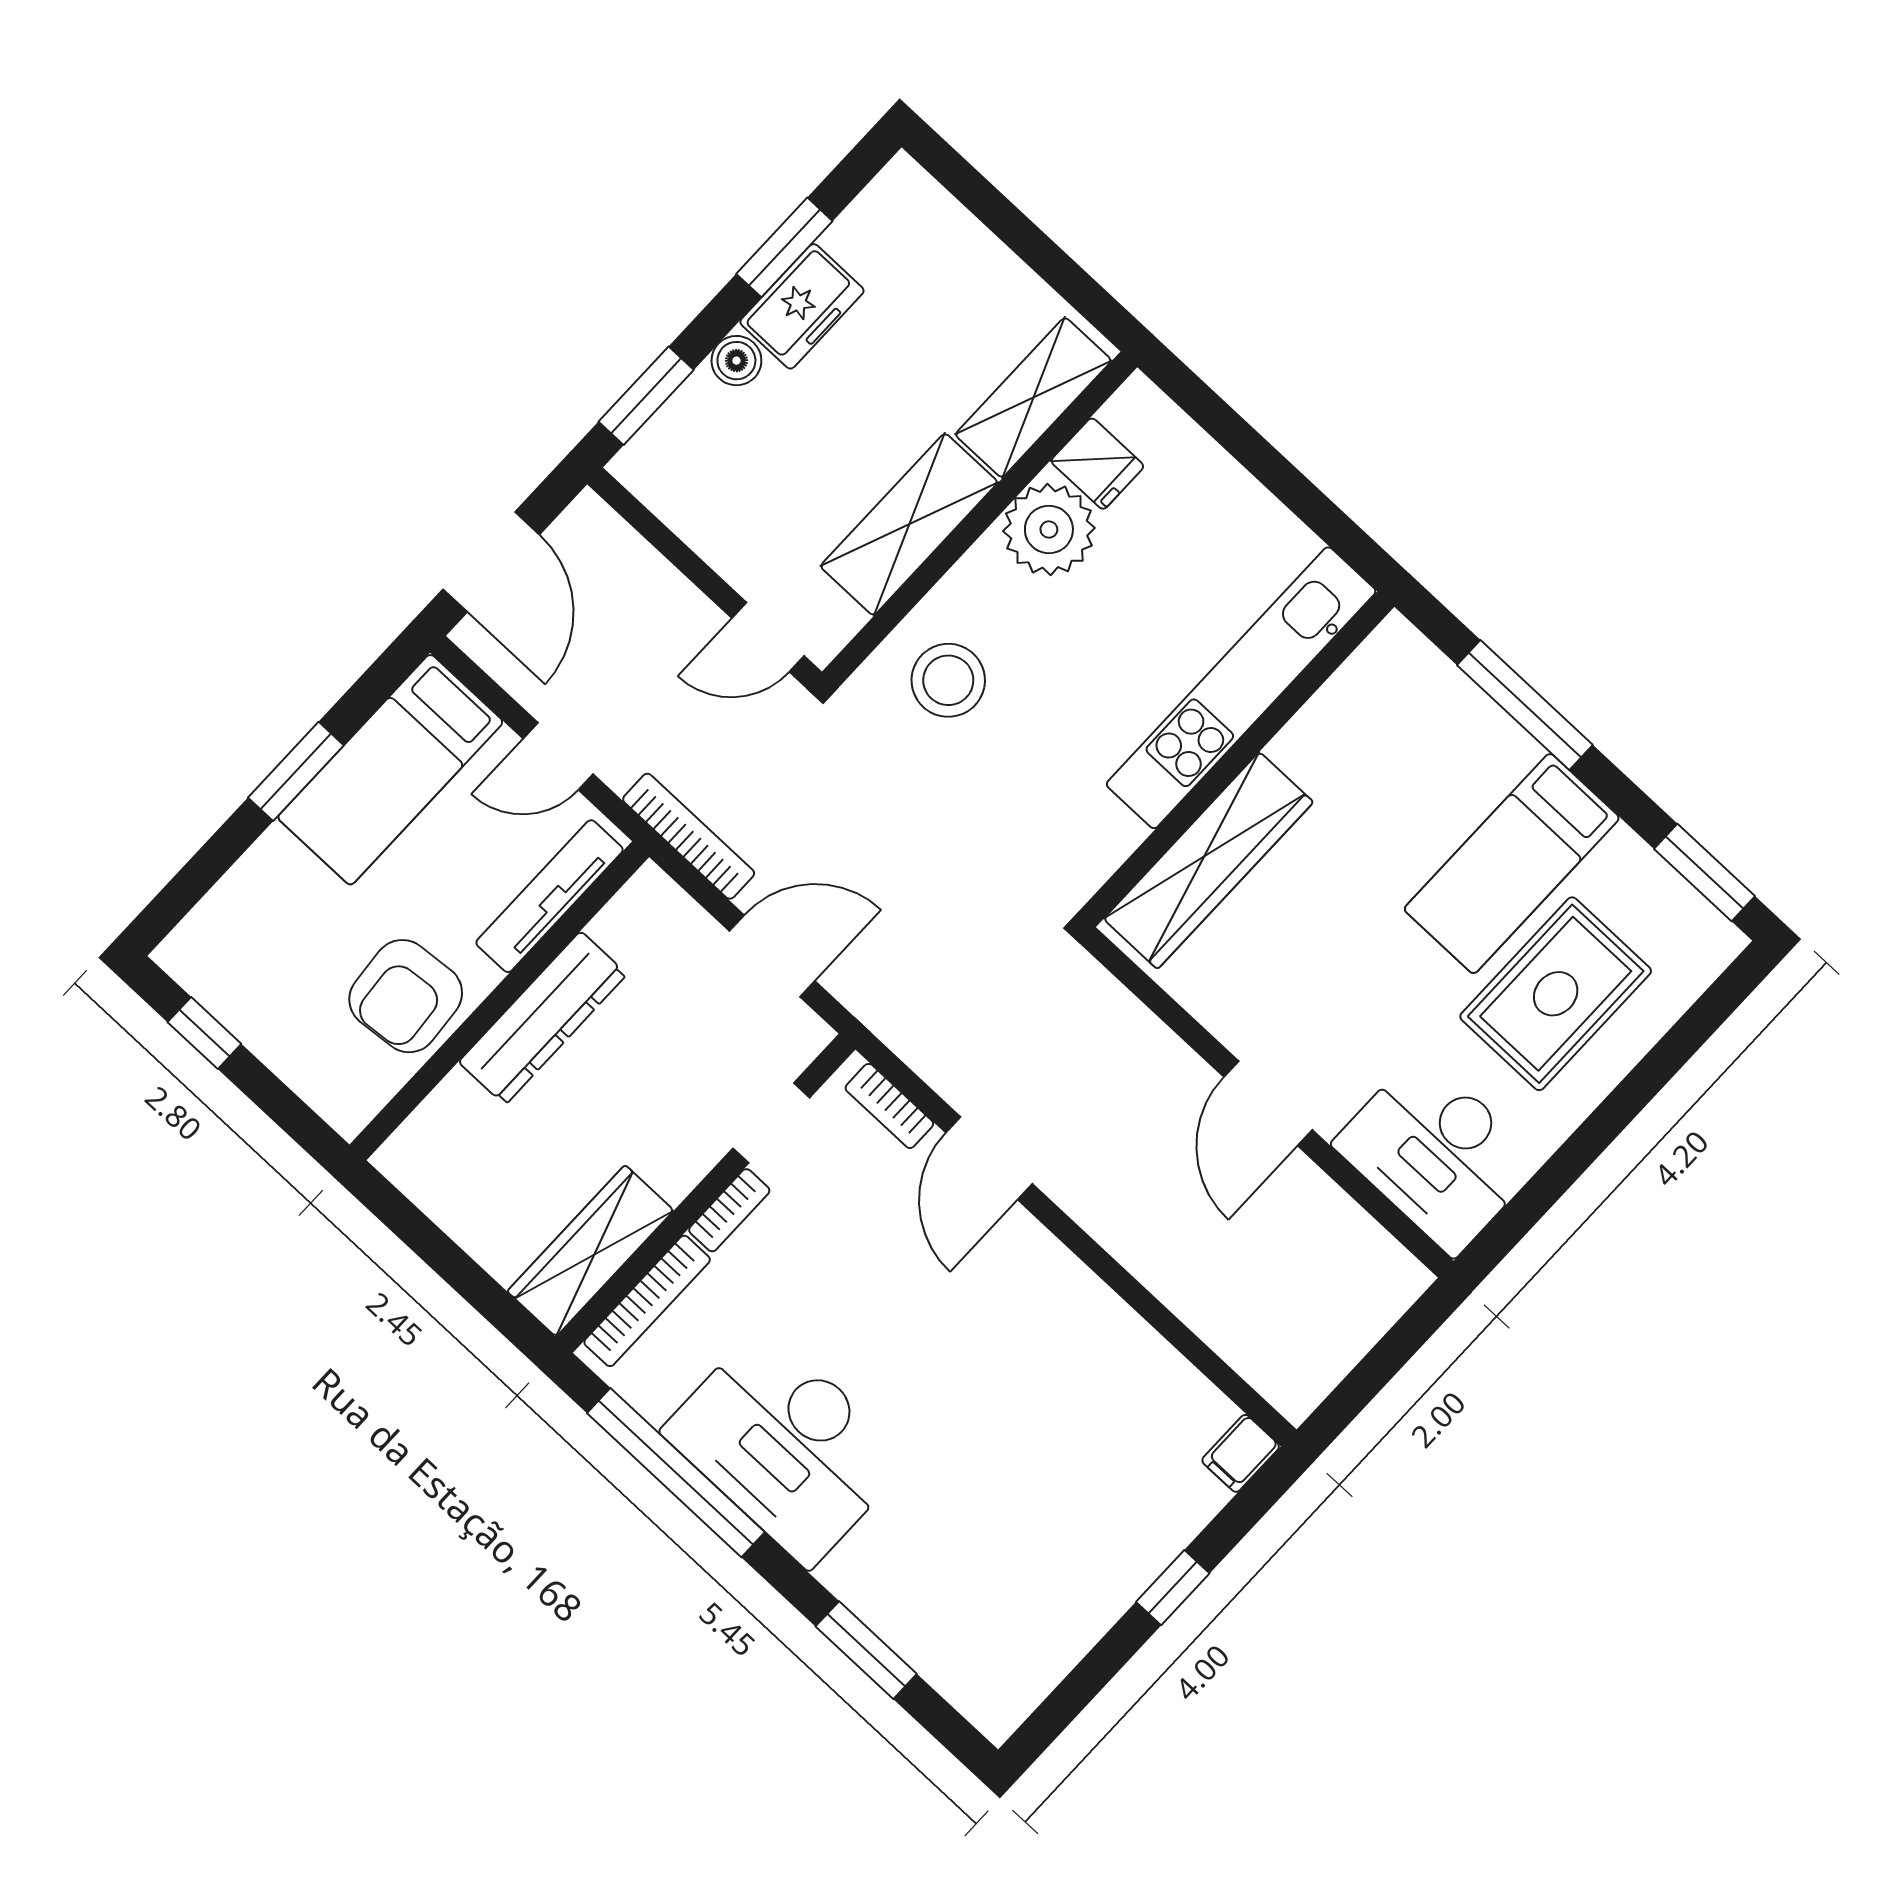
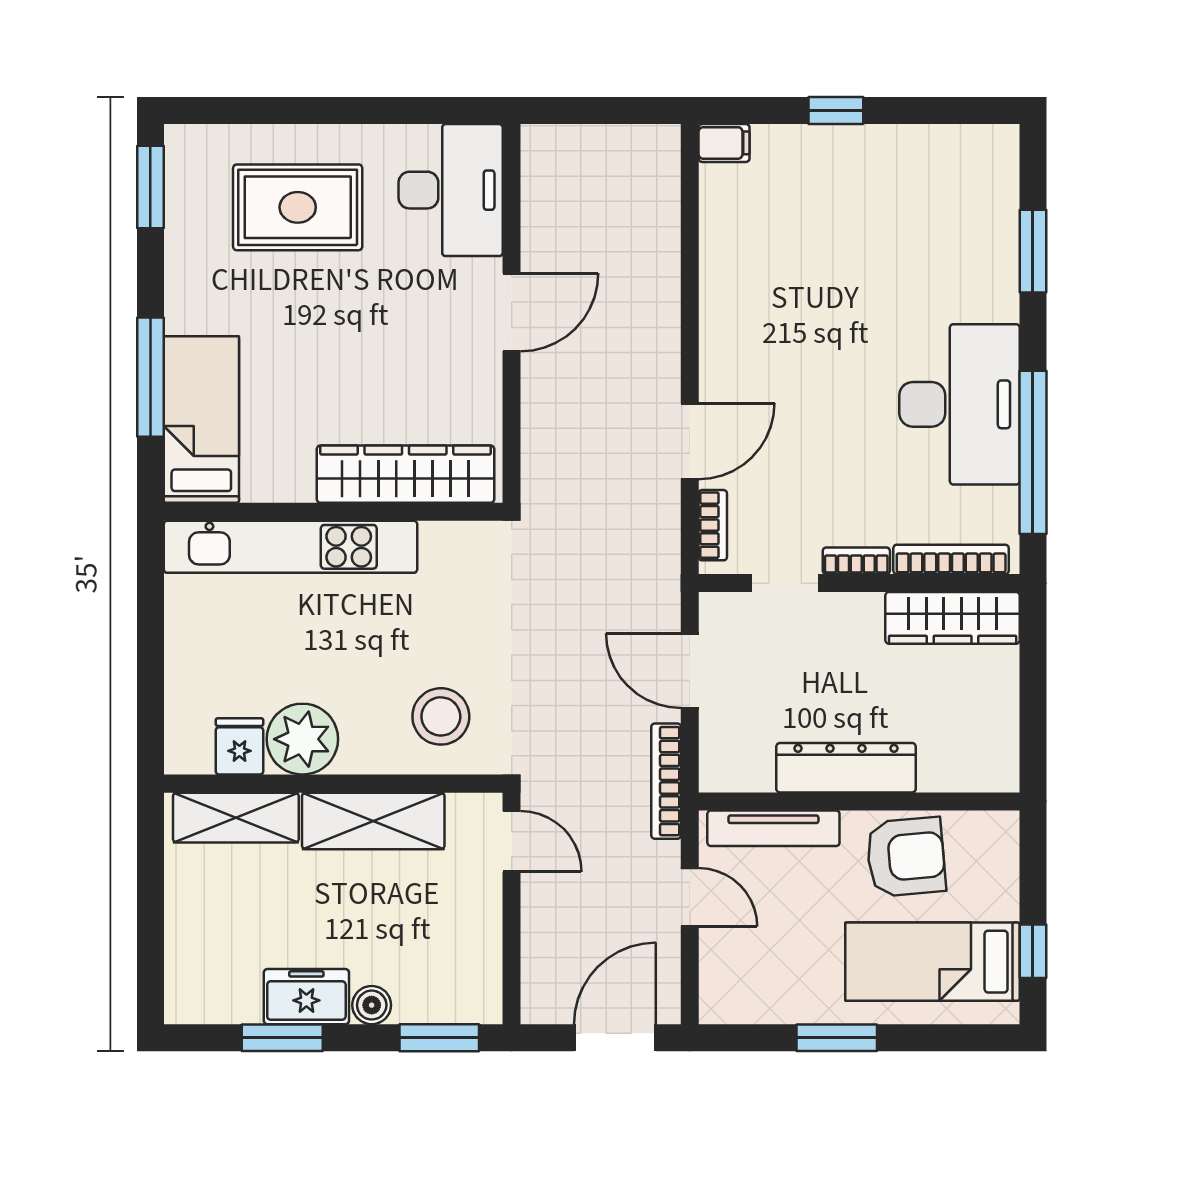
bed: (390, 770) -> (932, 962), moved, turned 180
bed: (1512, 864) -> (201, 420), moved, turned -90

